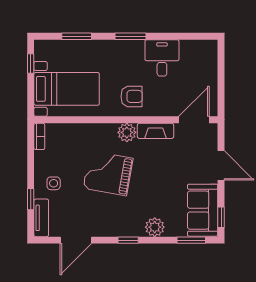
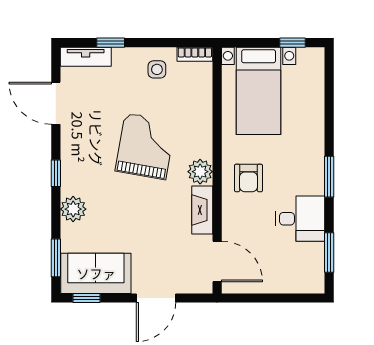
window: (77, 36) -> (329, 252), moved
side table: (54, 183) -> (157, 69), moved

